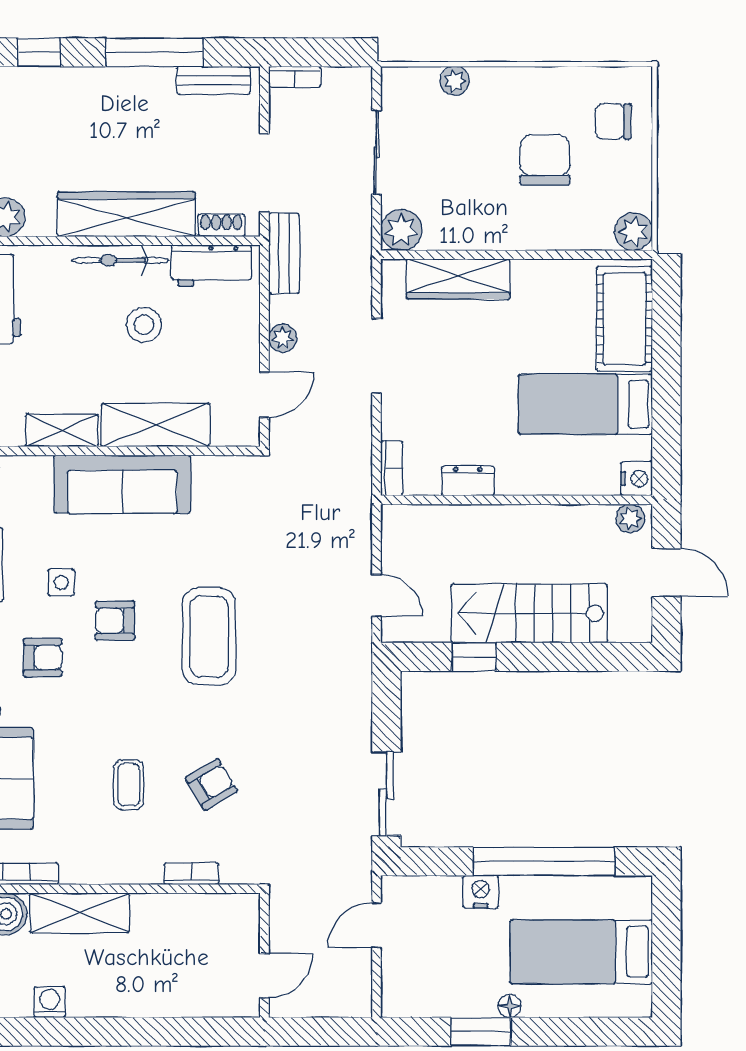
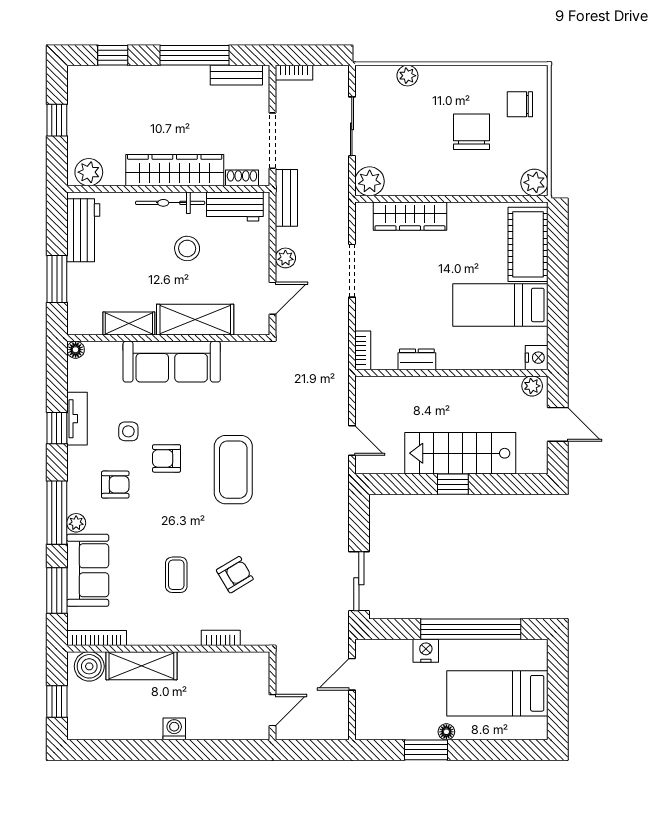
window: (474, 657) -> (453, 484), moved
washing machine: (50, 1002) -> (174, 729), moved

